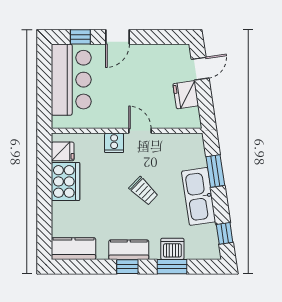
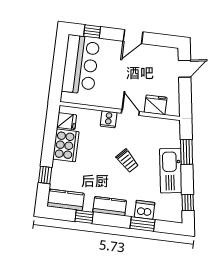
door: (117, 37) -> (133, 37), moved
fridge: (186, 95) -> (156, 105), moved, turned 98
window: (44, 221) -> (45, 175), added
window: (127, 267) -> (84, 217), moved

